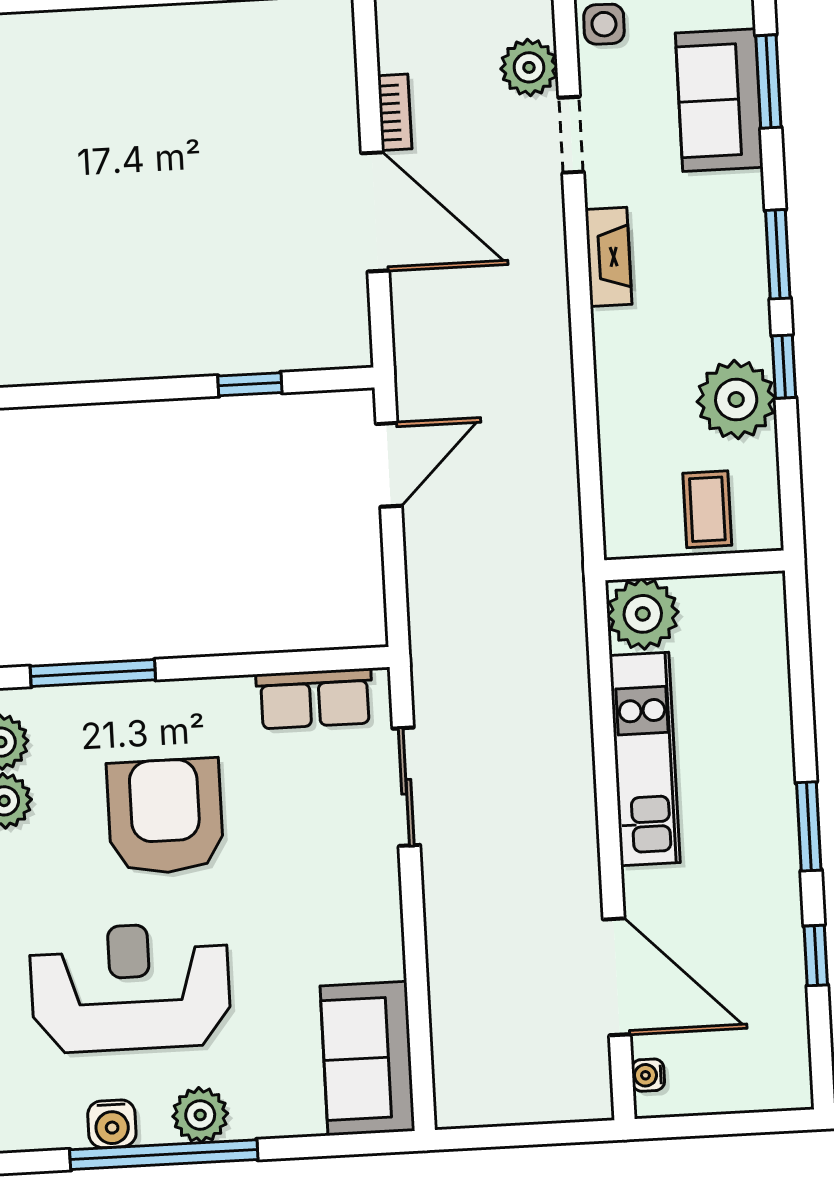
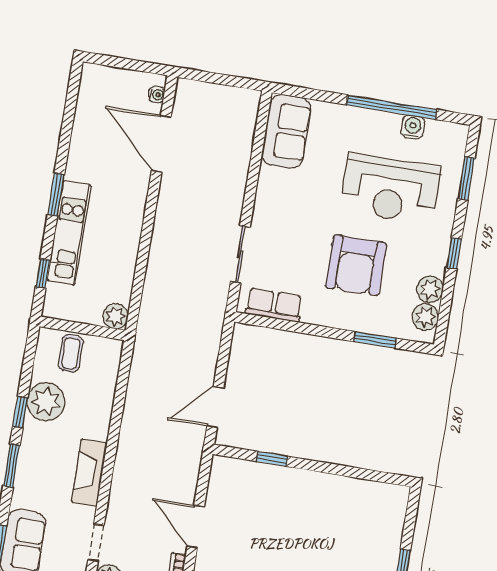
door: (375, 212) -> (196, 527), width x0.73
fireplace: (609, 257) -> (89, 473), width x1.37, depth x1.32
plant: (643, 614) -> (115, 316), width x0.73, depth x0.73
window: (93, 673) -> (375, 340), width x0.69
kitchen unit: (645, 759) -> (69, 233), moved, turned 180
window: (816, 955) -> (43, 274), moved
plant: (200, 1115) -> (370, 122), removed

